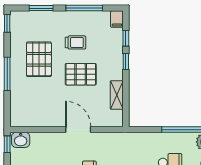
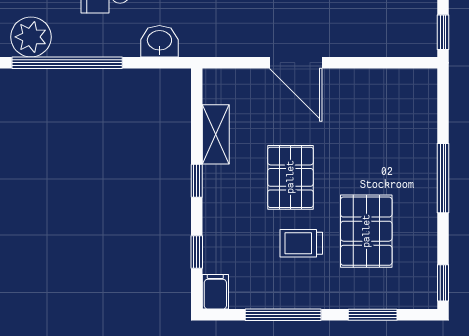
pallet: (39, 59) -> (366, 231), moved
window: (126, 61) -> (197, 181), moved
pallet: (81, 74) -> (290, 177), turned 90
washbasin: (21, 140) -> (159, 41), moved

